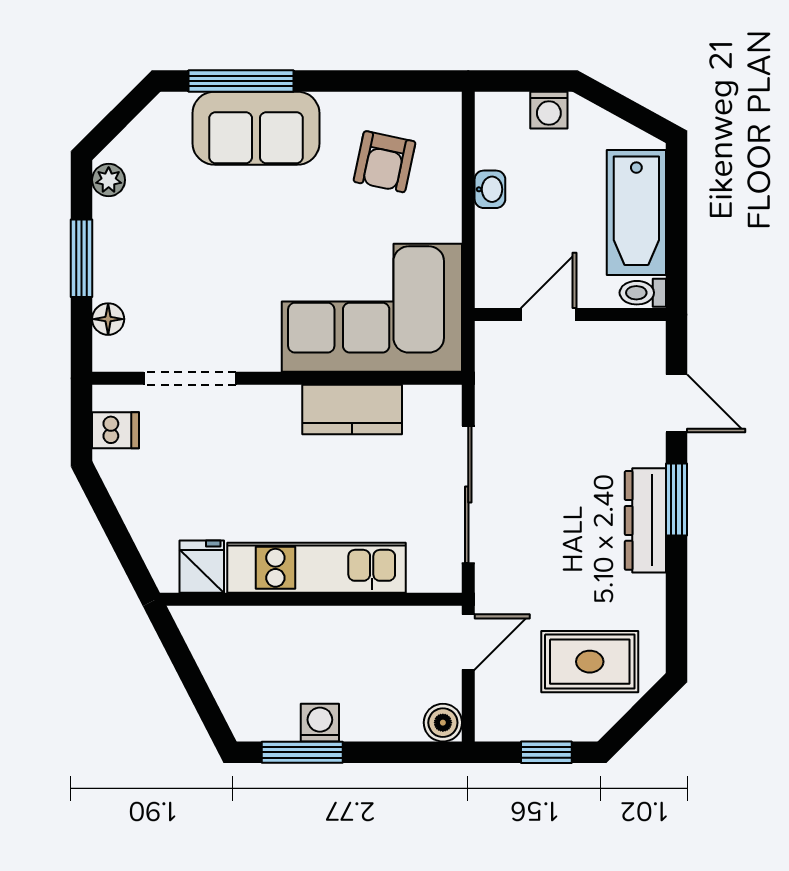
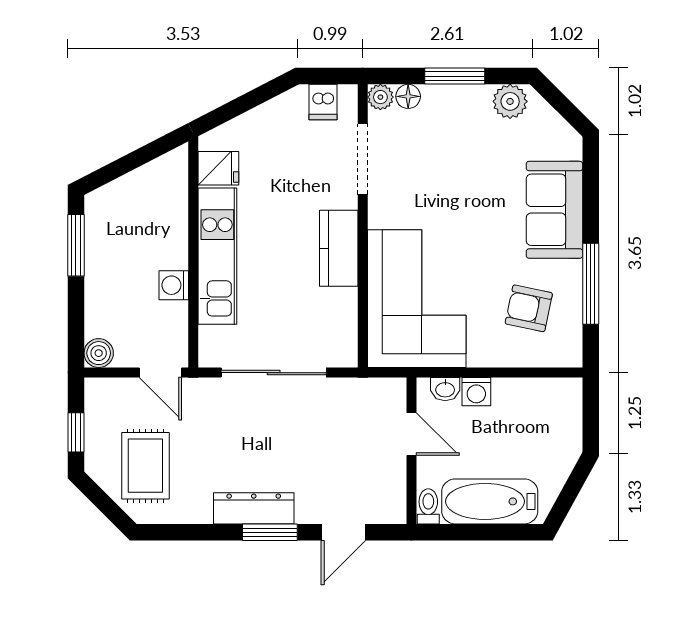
window: (241, 81) -> (591, 284), moved
washing machine: (549, 110) -> (476, 392), moved, turned -90
plant: (109, 180) -> (510, 101), width x1.38, depth x1.38
washbasin: (490, 189) -> (445, 389), moved
plant: (109, 355) -> (380, 97), added
kitchen counter: (352, 410) -> (339, 248), moved
washing machine: (320, 723) -> (174, 285), moved, turned 180

